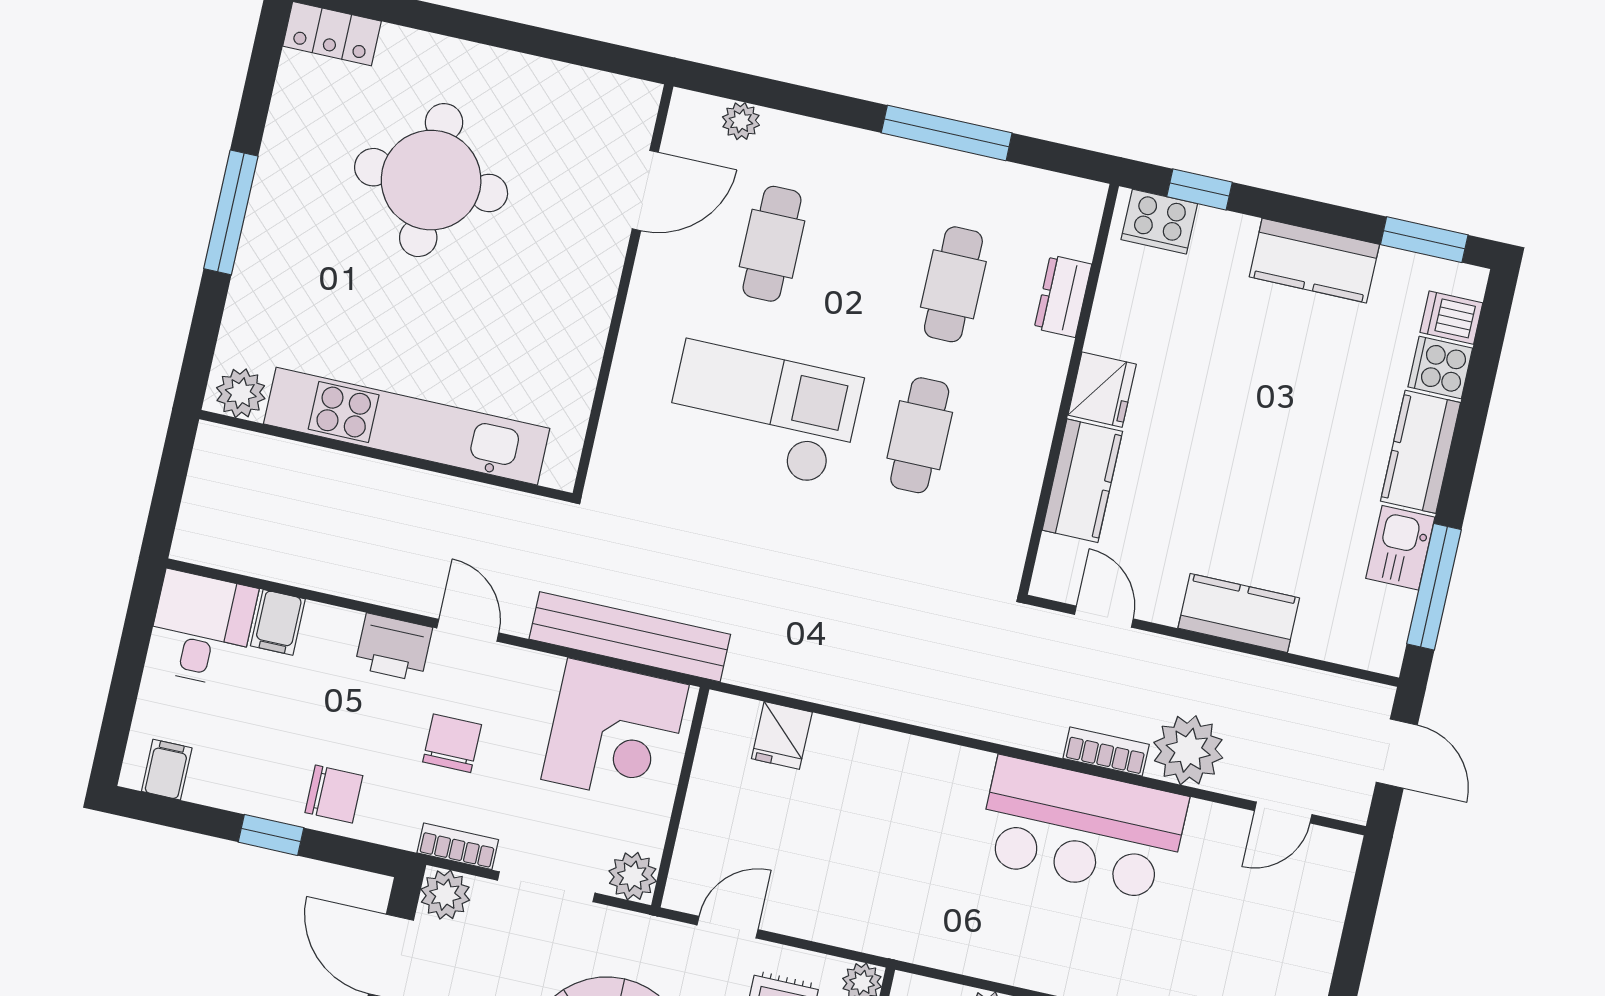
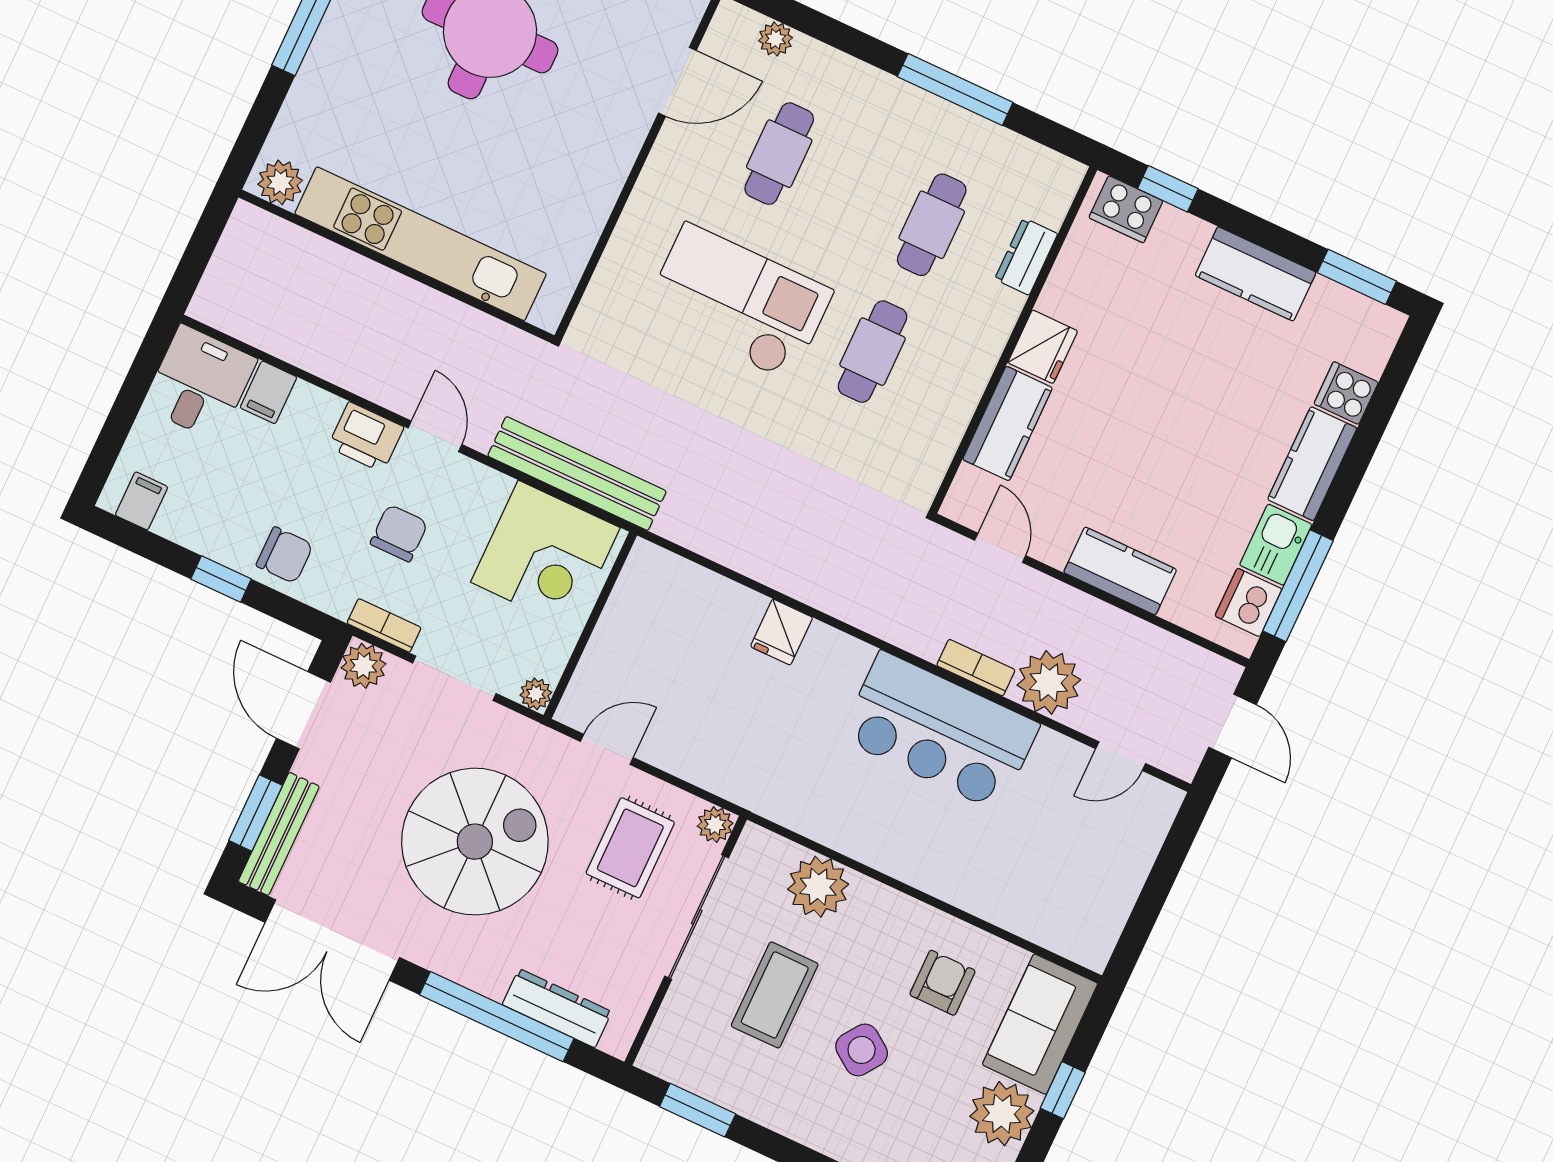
dishwasher: (1451, 318) -> (1248, 602), moved, width x1.38
fridge: (782, 735) -> (782, 632), moved
plant: (633, 876) -> (536, 694), width x0.73, depth x0.73

